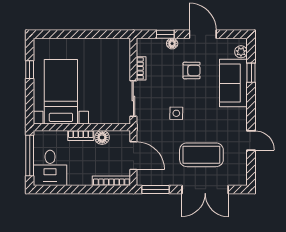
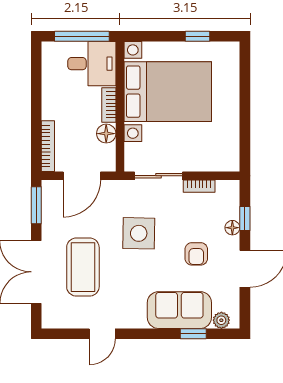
bed with nightstands: (61, 92) -> (168, 92), width x1.36
side table: (176, 113) -> (139, 233), width x1.87, depth x1.87
desk: (50, 168) -> (92, 64), moved, turned 180

